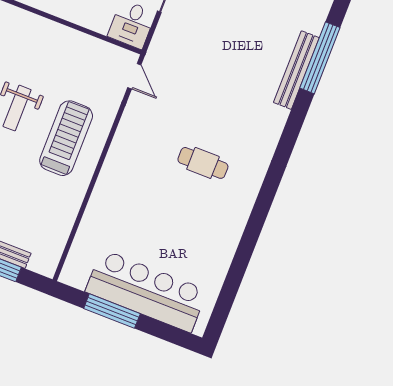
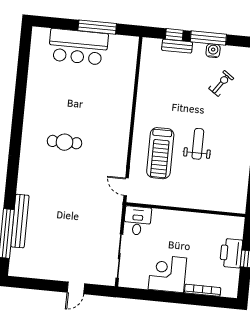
treadmill: (66, 138) -> (160, 153), moved
bar counter: (146, 291) -> (78, 47), width x0.73

